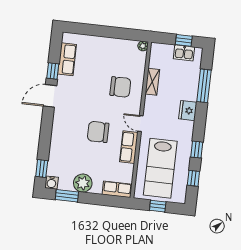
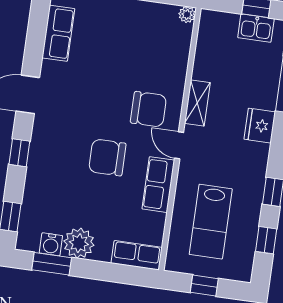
window: (53, 71) -> (19, 153), moved
shelving: (152, 82) -> (197, 103), moved
chair: (120, 87) -> (148, 109), moved
lab bench: (160, 168) -> (211, 222), width x0.73, depth x0.72
water cooler: (52, 183) -> (51, 244), moved

